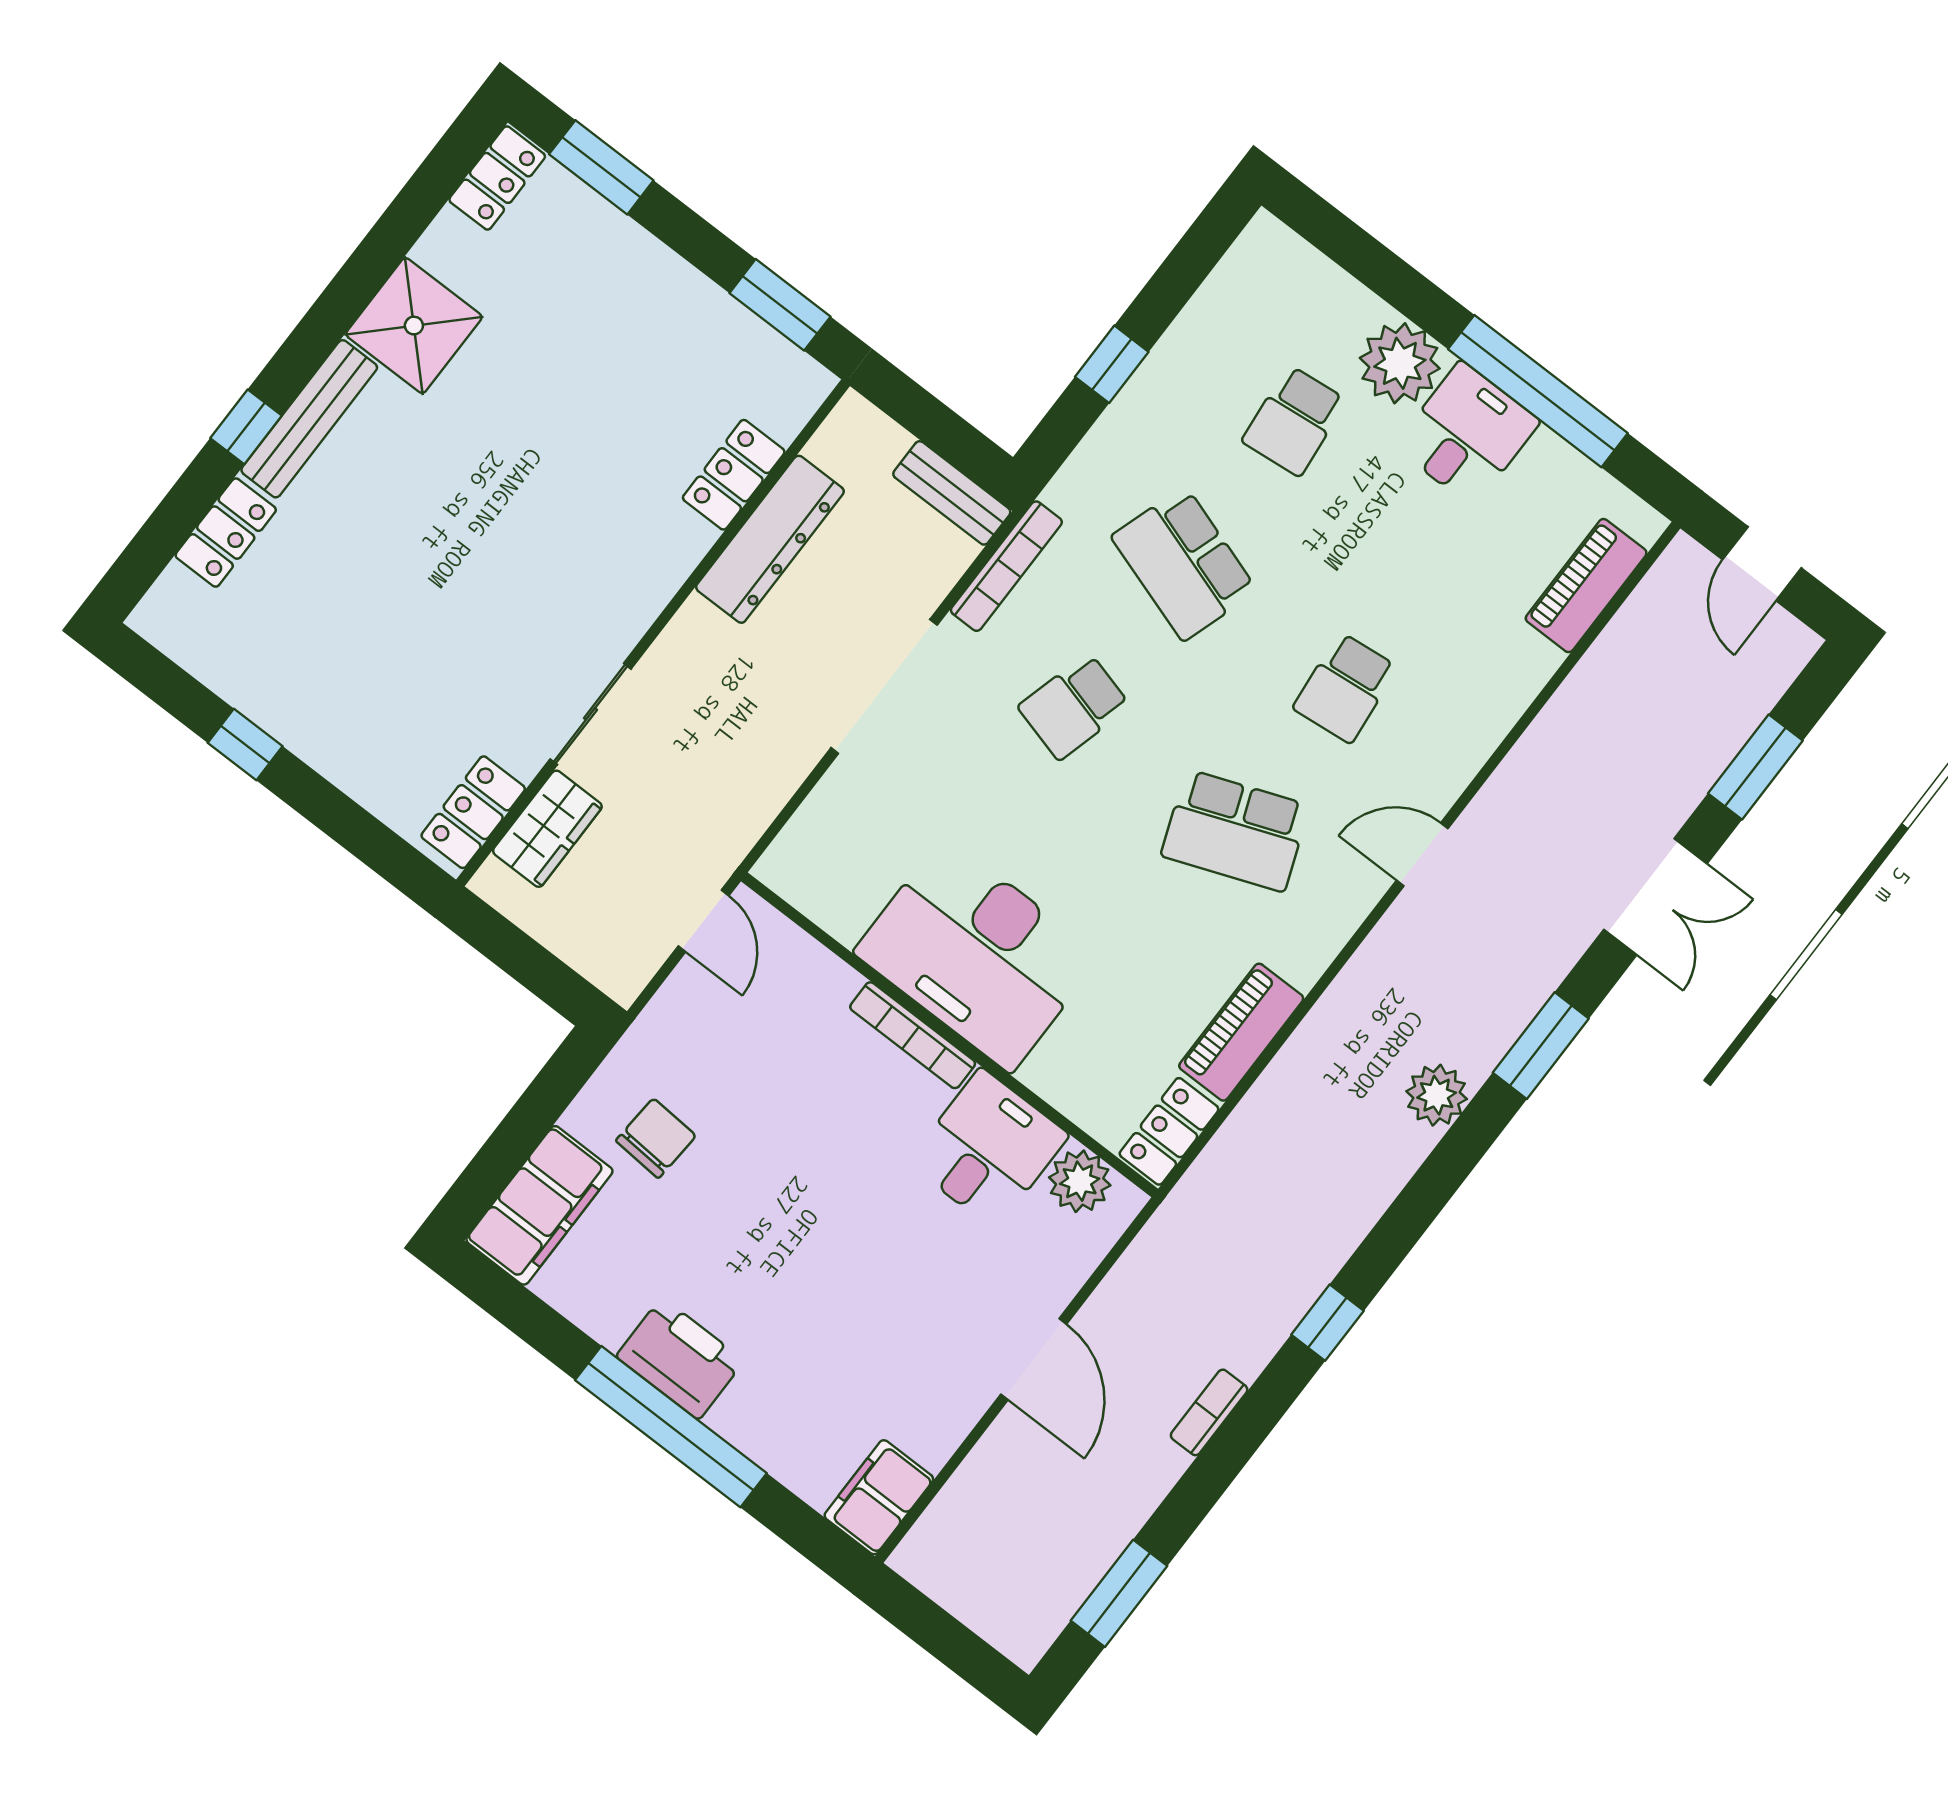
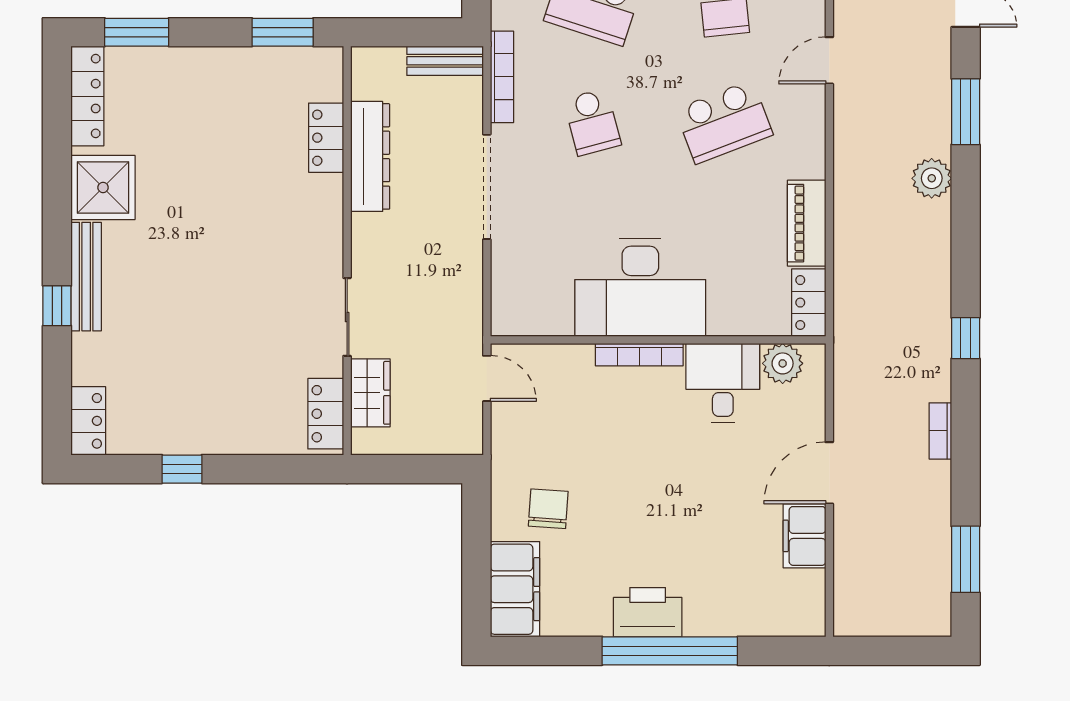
locker: (497, 178) -> (87, 96), width x1.53
locker: (226, 533) -> (88, 421), moved
school desk: (1074, 706) -> (592, 122), turned -30
door: (1034, 1359) -> (829, 473), swing flipped
filing cabinet: (879, 1497) -> (804, 536), moved

